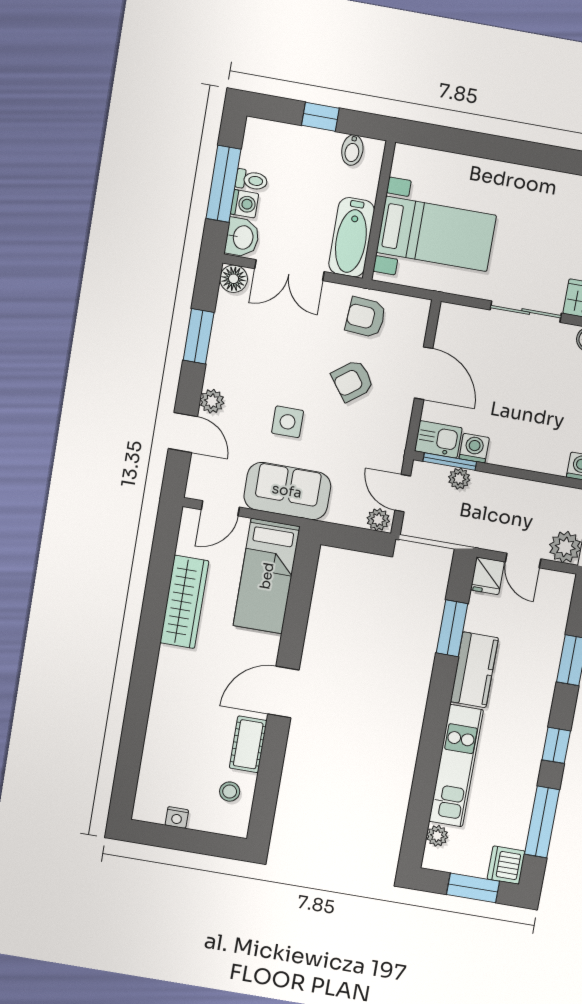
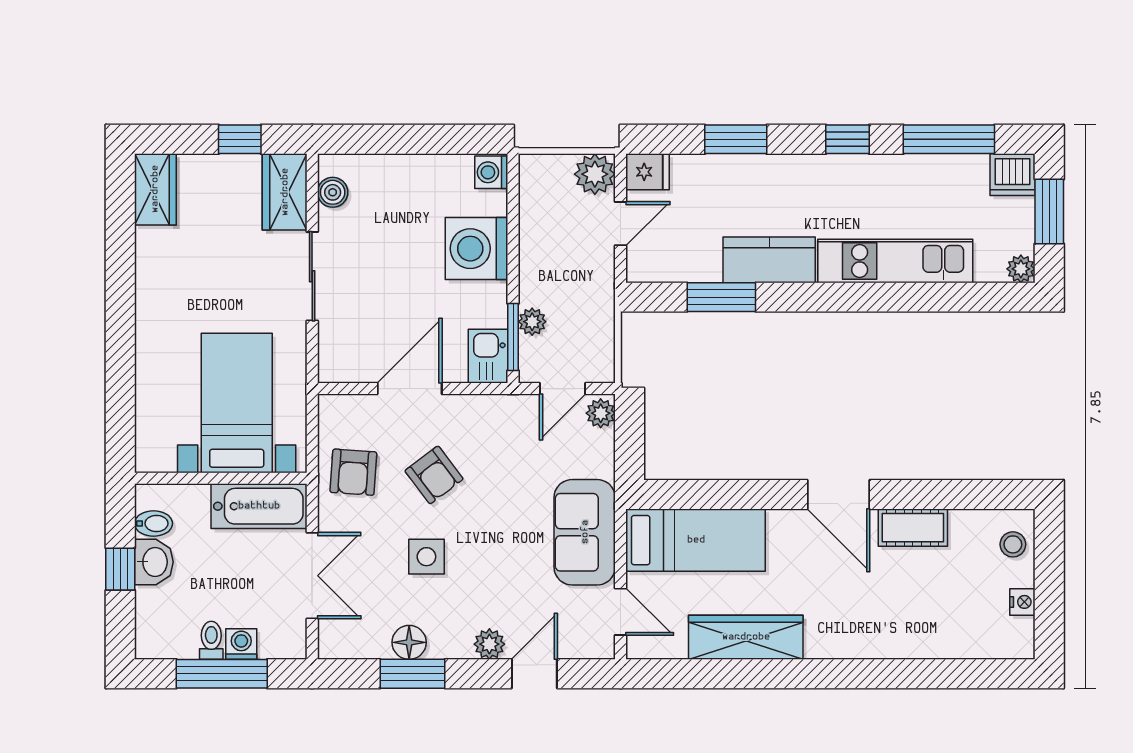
washbasin: (242, 237) -> (154, 562), moved, turned 90
floor lamp: (234, 279) -> (409, 642), moved
side table: (288, 422) -> (426, 557), moved
washing machine: (474, 448) -> (476, 249), moved, width x1.89, depth x1.89
fridge: (487, 576) -> (648, 172), moved
stool: (230, 792) -> (1013, 544), moved
plant: (437, 836) -> (1021, 269), moved

